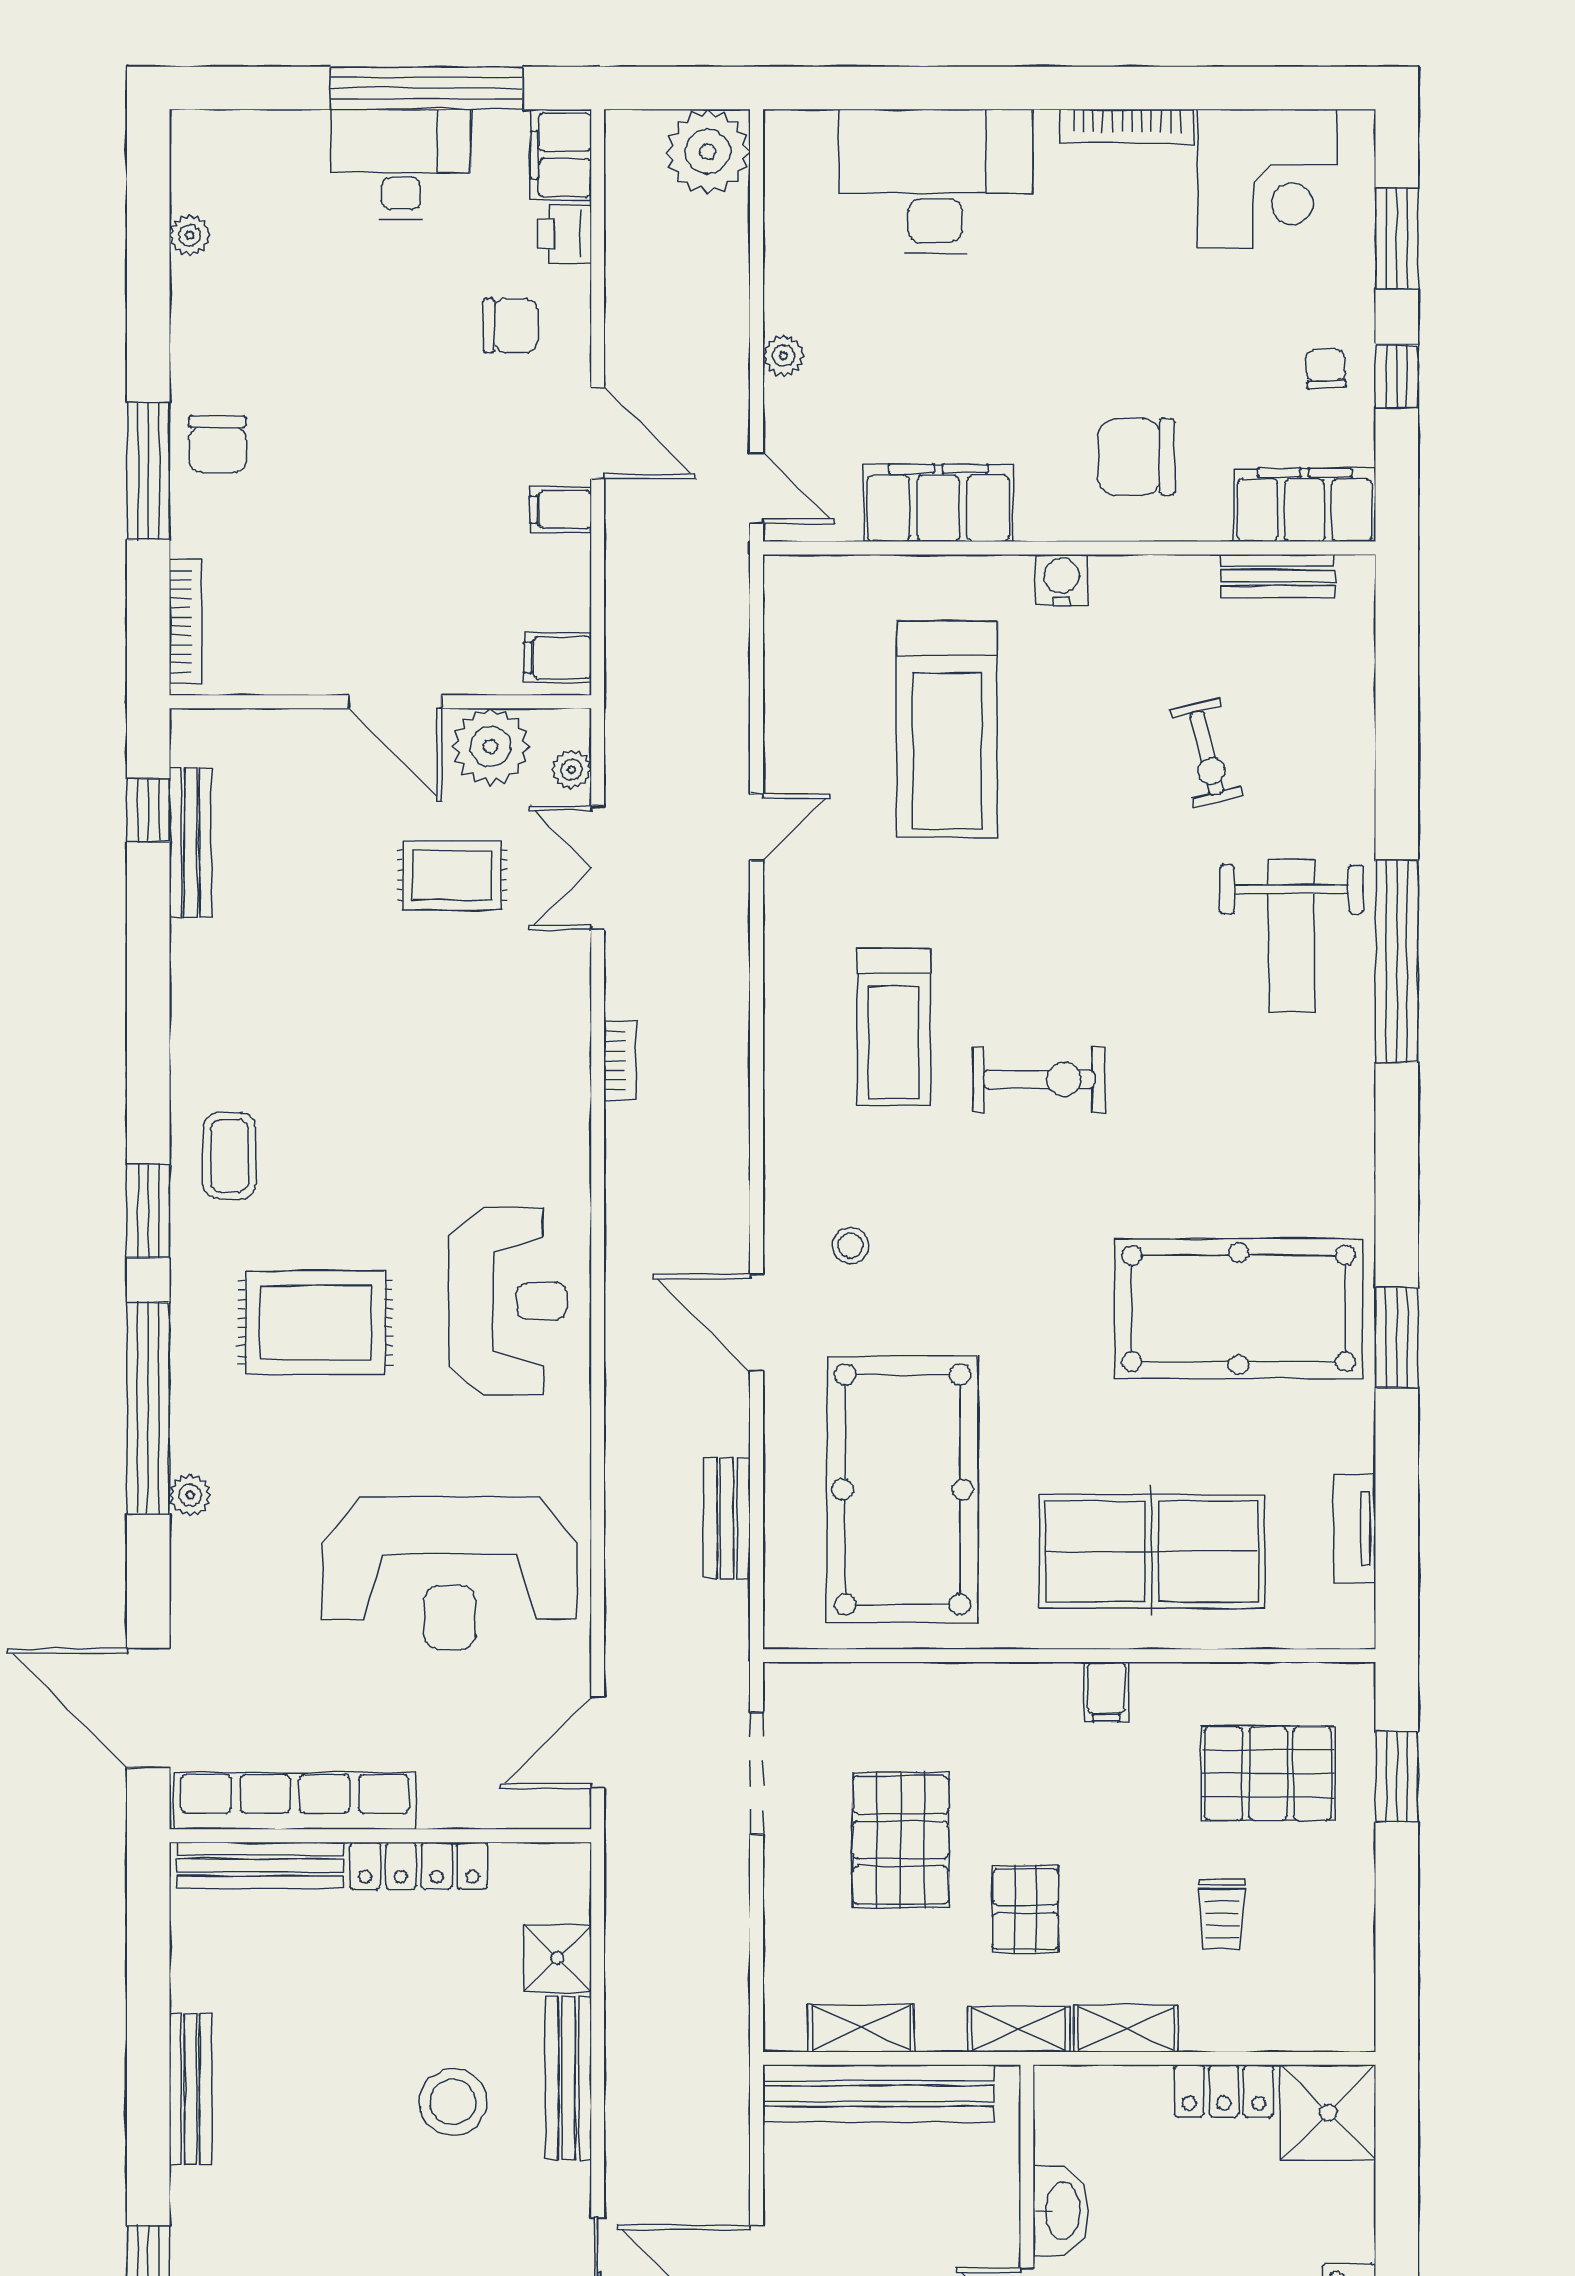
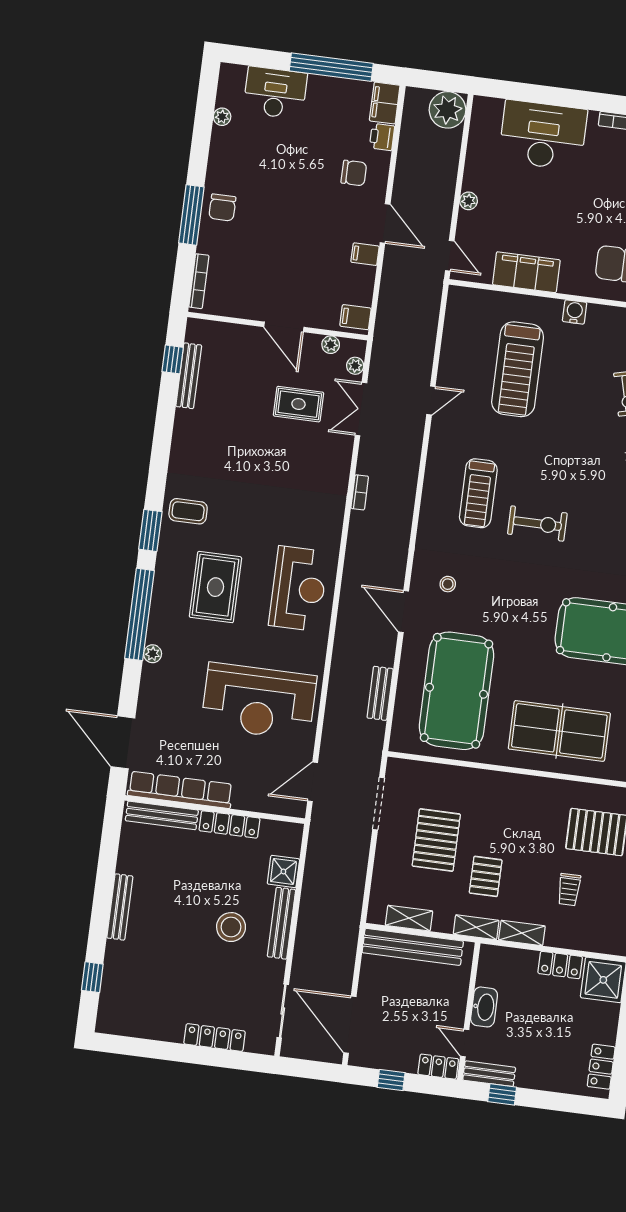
desk: (401, 164) -> (275, 93), moved
plant: (491, 746) -> (331, 345), width x0.53, depth x0.53
coffee table: (229, 1156) -> (188, 511), turned 90
rug: (315, 1322) -> (215, 587), turned 90
filing cabinet: (1106, 1692) -> (532, 788), removed

